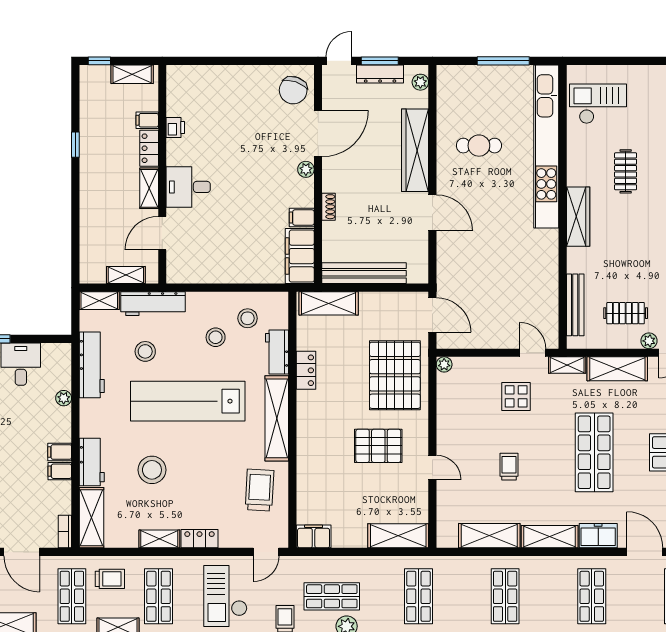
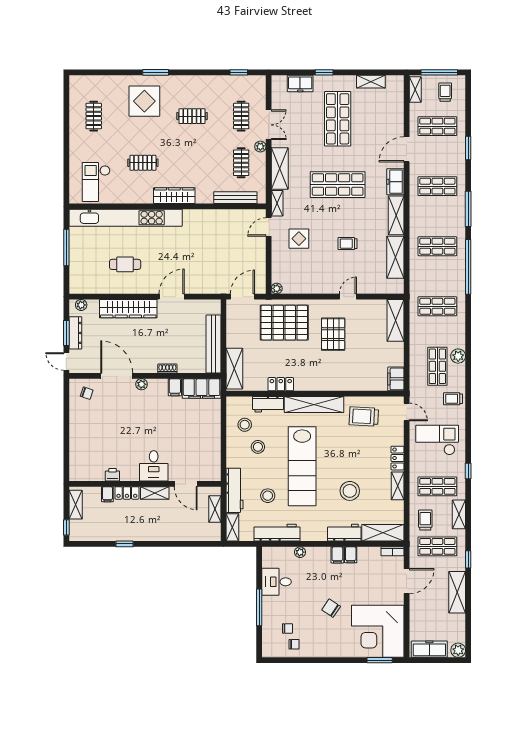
chair: (293, 90) -> (87, 393), width x0.54, depth x0.54
cafe table: (479, 146) -> (125, 264), turned 90
checkout: (225, 596) -> (437, 440), turned 180

